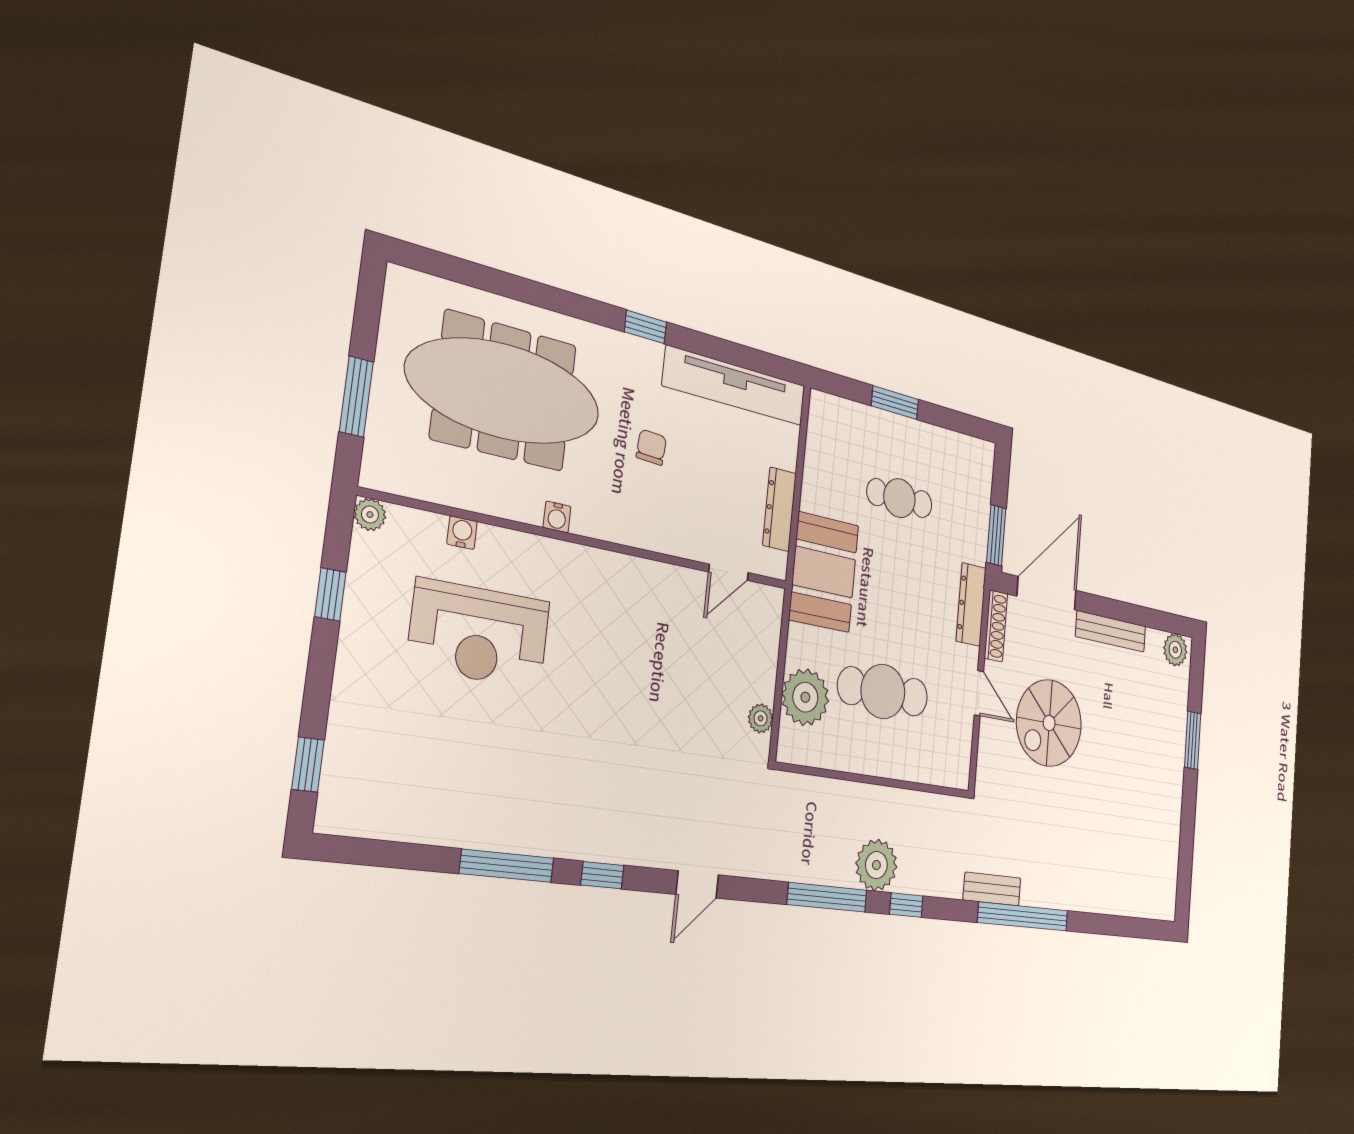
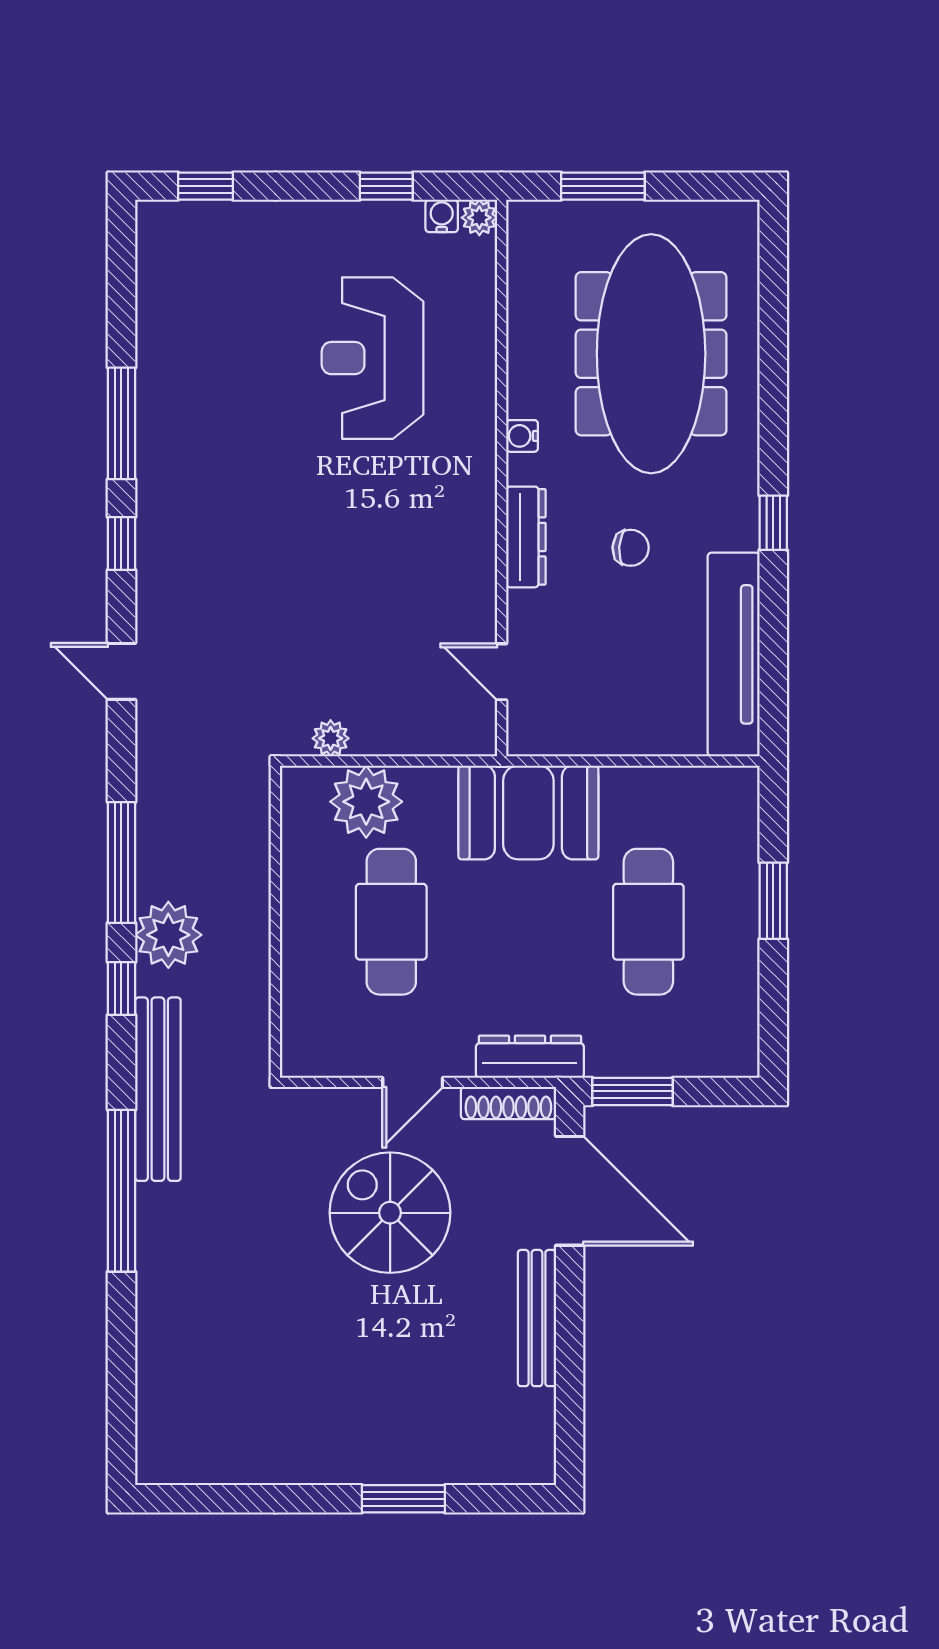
cafe table: (900, 498) -> (648, 922), width x1.37, depth x1.35
dresser: (779, 509) -> (526, 537), moved, turned 90
water cooler: (462, 533) -> (442, 216), moved, turned -90
plant: (1175, 650) -> (532, 1451), removed
bench: (992, 889) -> (158, 1089), width x1.86, depth x1.21

